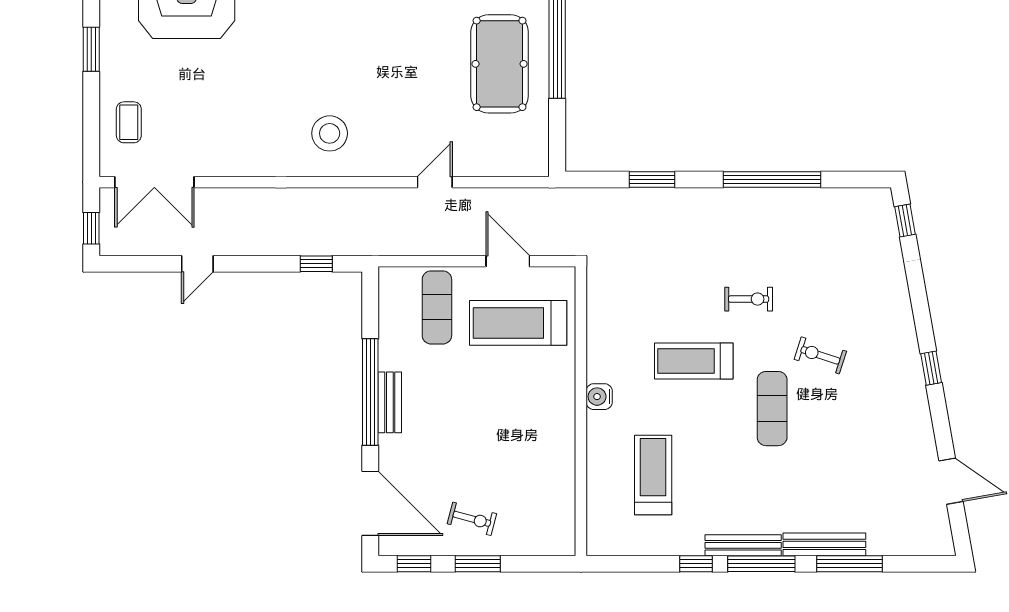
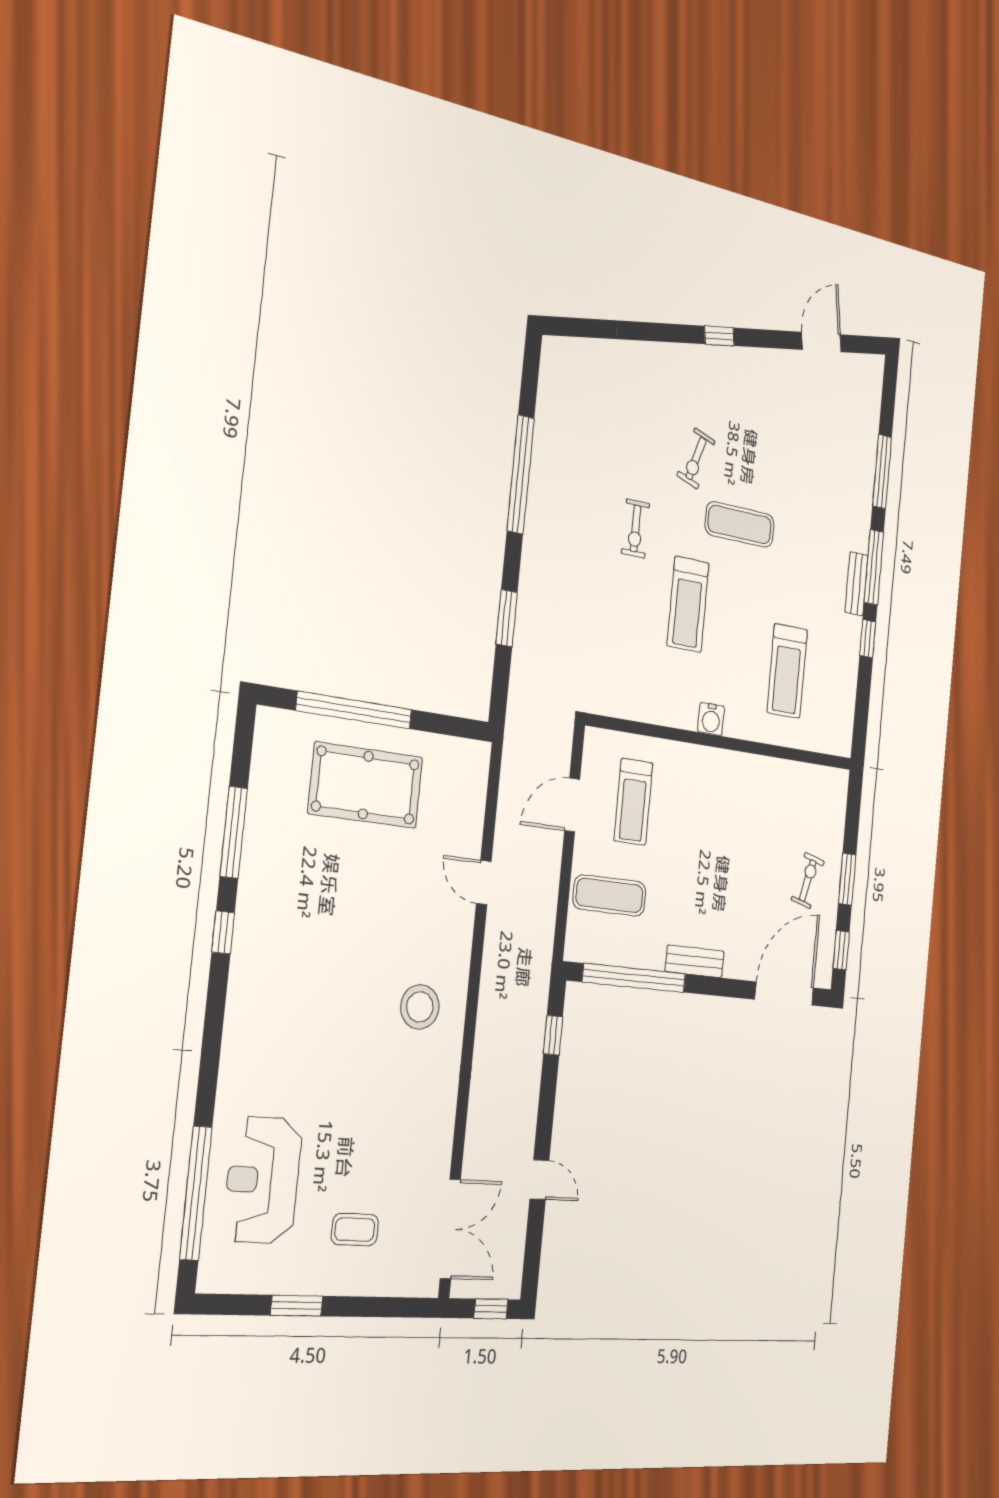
coffee table: (129, 122) -> (355, 1230), moved
window: (905, 220) -> (577, 327), removed
exercise bike: (749, 299) -> (635, 529), turned 180
treadmill: (518, 323) -> (633, 802), width x0.73, depth x0.73
window: (370, 392) -> (634, 978), moved
treadmill: (653, 475) -> (787, 671), turned -90
bench: (824, 544) -> (863, 495), removed
bench: (743, 545) -> (857, 584), width x0.73

